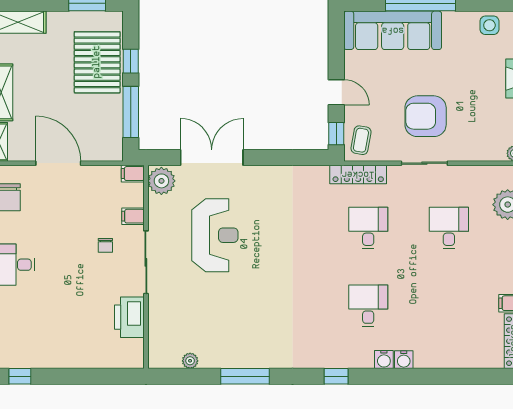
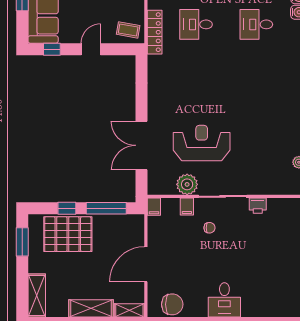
window: (336, 134) -> (52, 49), moved
plant: (161, 181) -> (187, 184), moved
printer: (129, 317) -> (258, 206), width x0.53, depth x0.68

